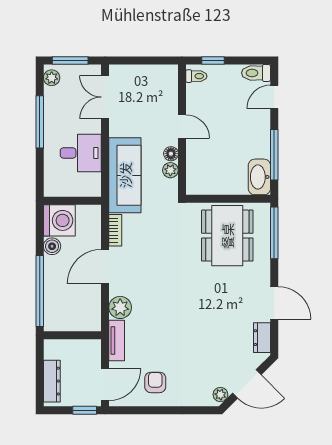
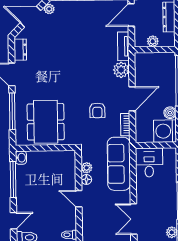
double door: (105, 97) -> (134, 219), swing flipped
desk: (81, 153) -> (149, 163), moved, turned 90
washbasin: (259, 177) -> (21, 158), width x0.52, depth x0.69
window: (274, 233) -> (12, 111), moved
plant: (75, 347) -> (153, 41), added
armchair: (155, 382) -> (97, 110), moved

